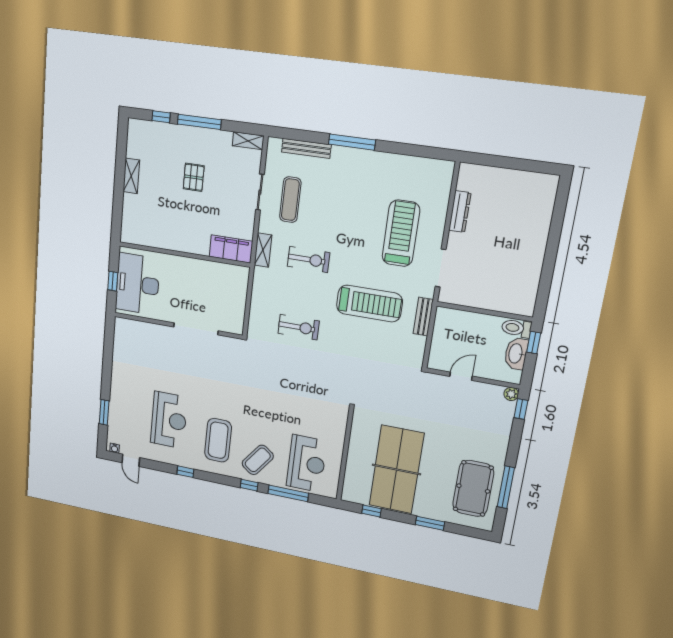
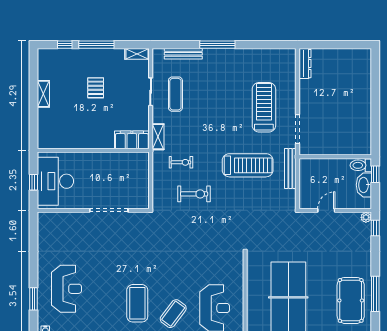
dresser: (460, 212) -> (305, 64), moved
exercise bike: (309, 259) -> (181, 162), moved, width x0.73, depth x0.72
bench: (423, 317) -> (290, 168), width x1.36
reception desk: (169, 420) -> (66, 289), moved

